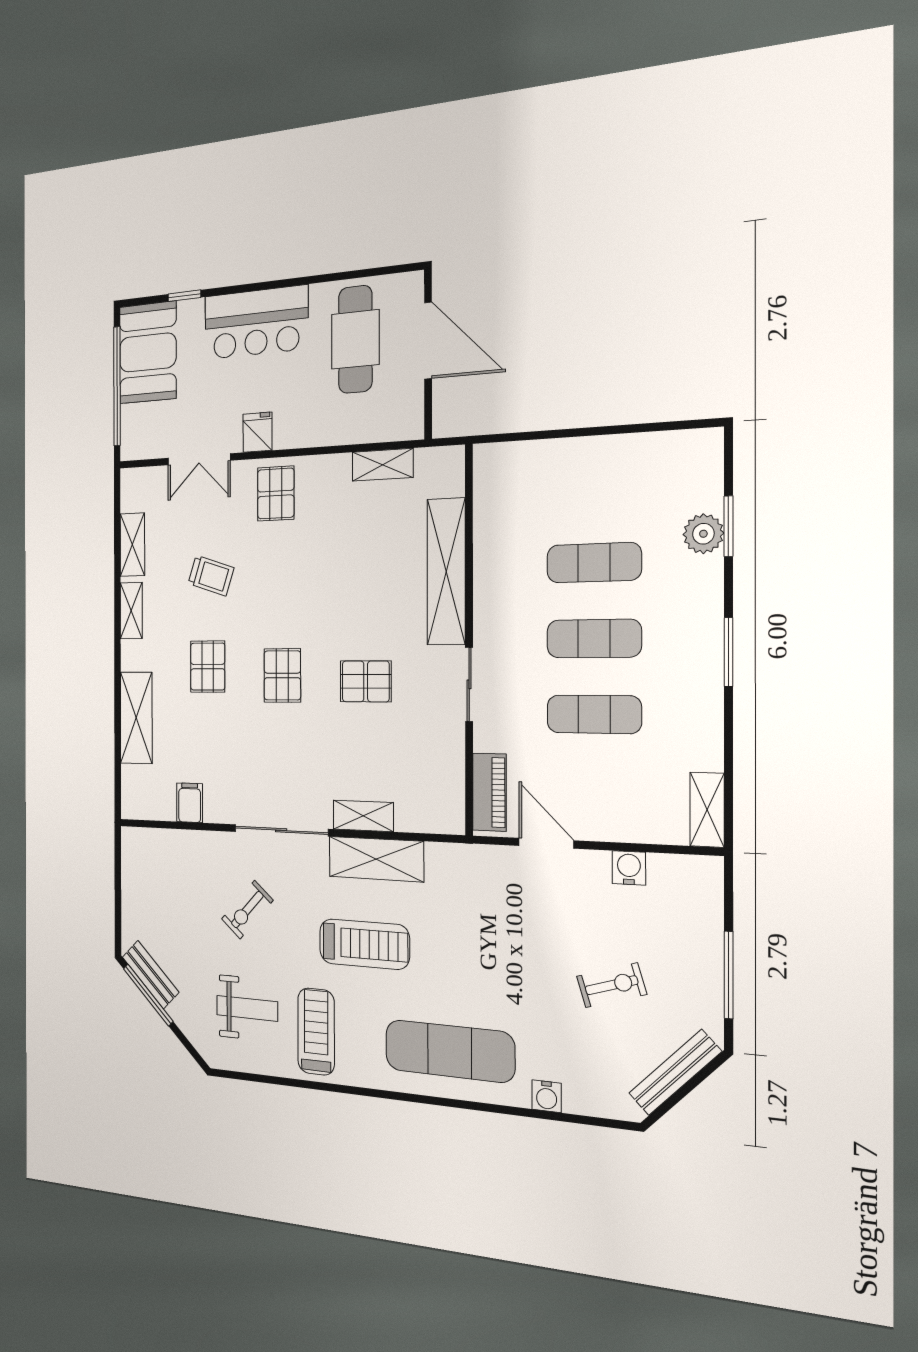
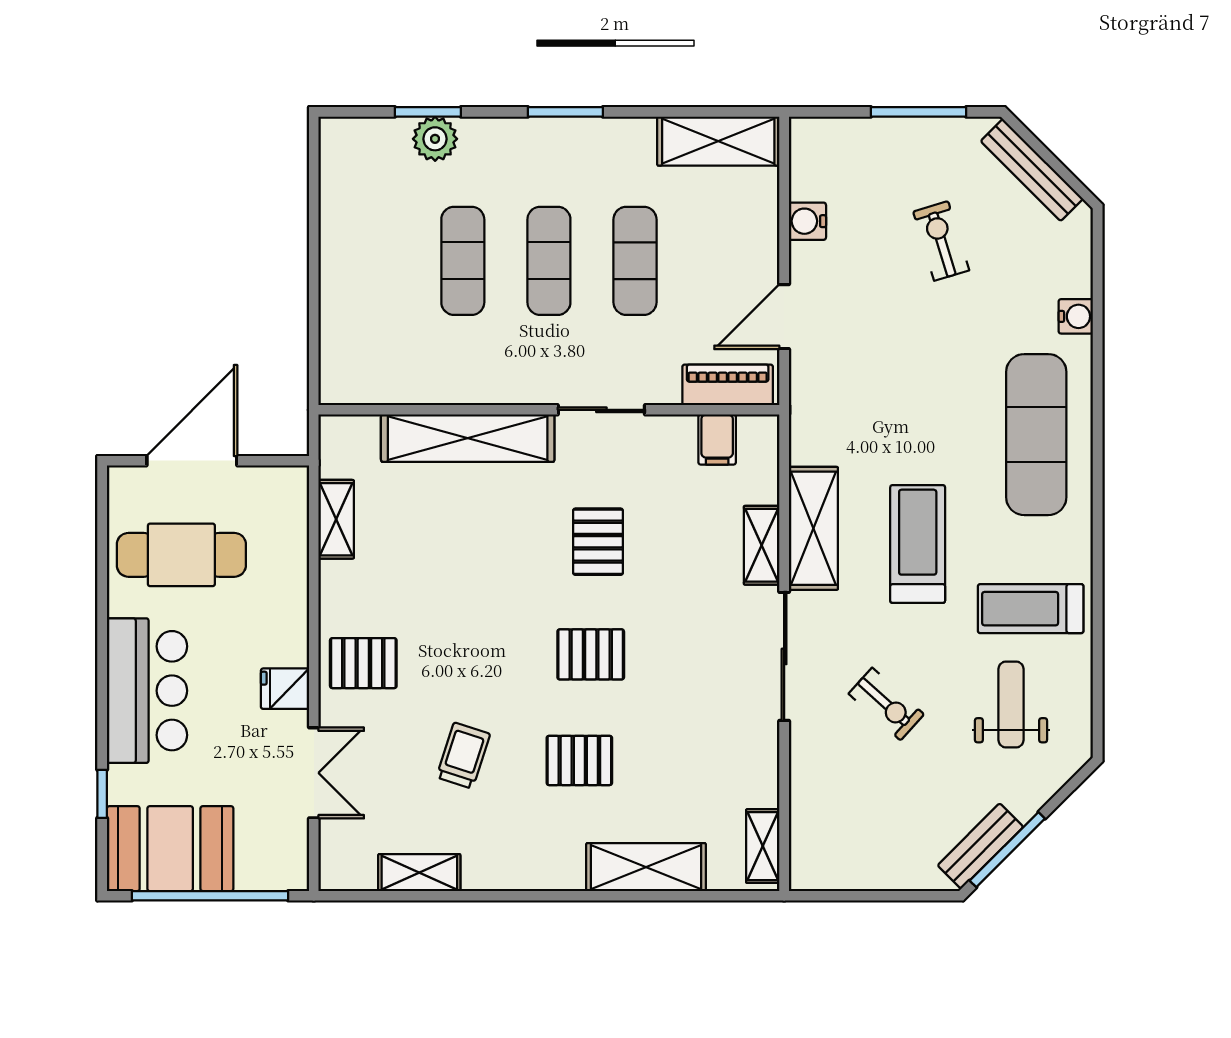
shelving: (131, 611) -> (763, 846), moved, turned 90
filing cabinet: (190, 803) -> (717, 440), moved, turned -90
shelving: (707, 810) -> (718, 141), width x1.50, depth x1.33

